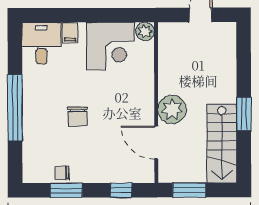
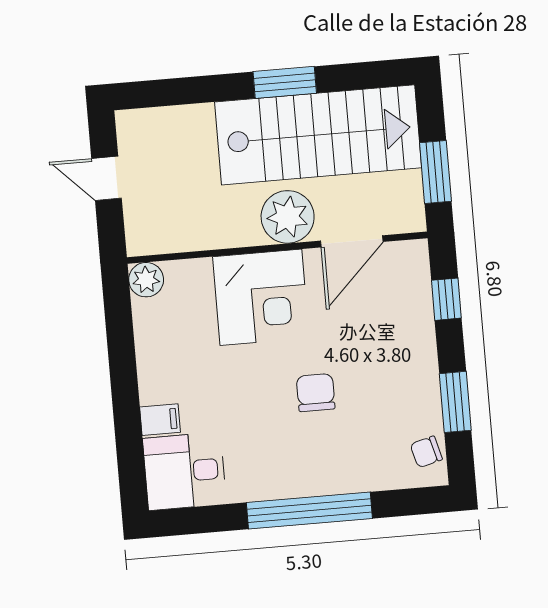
corner desk: (110, 46) -> (261, 297), moved, turned 90
chair: (77, 116) -> (316, 393), turned -90
stairs: (222, 144) -> (318, 135), width x1.36, depth x1.51
chair: (62, 173) -> (426, 452), moved, turned 75

